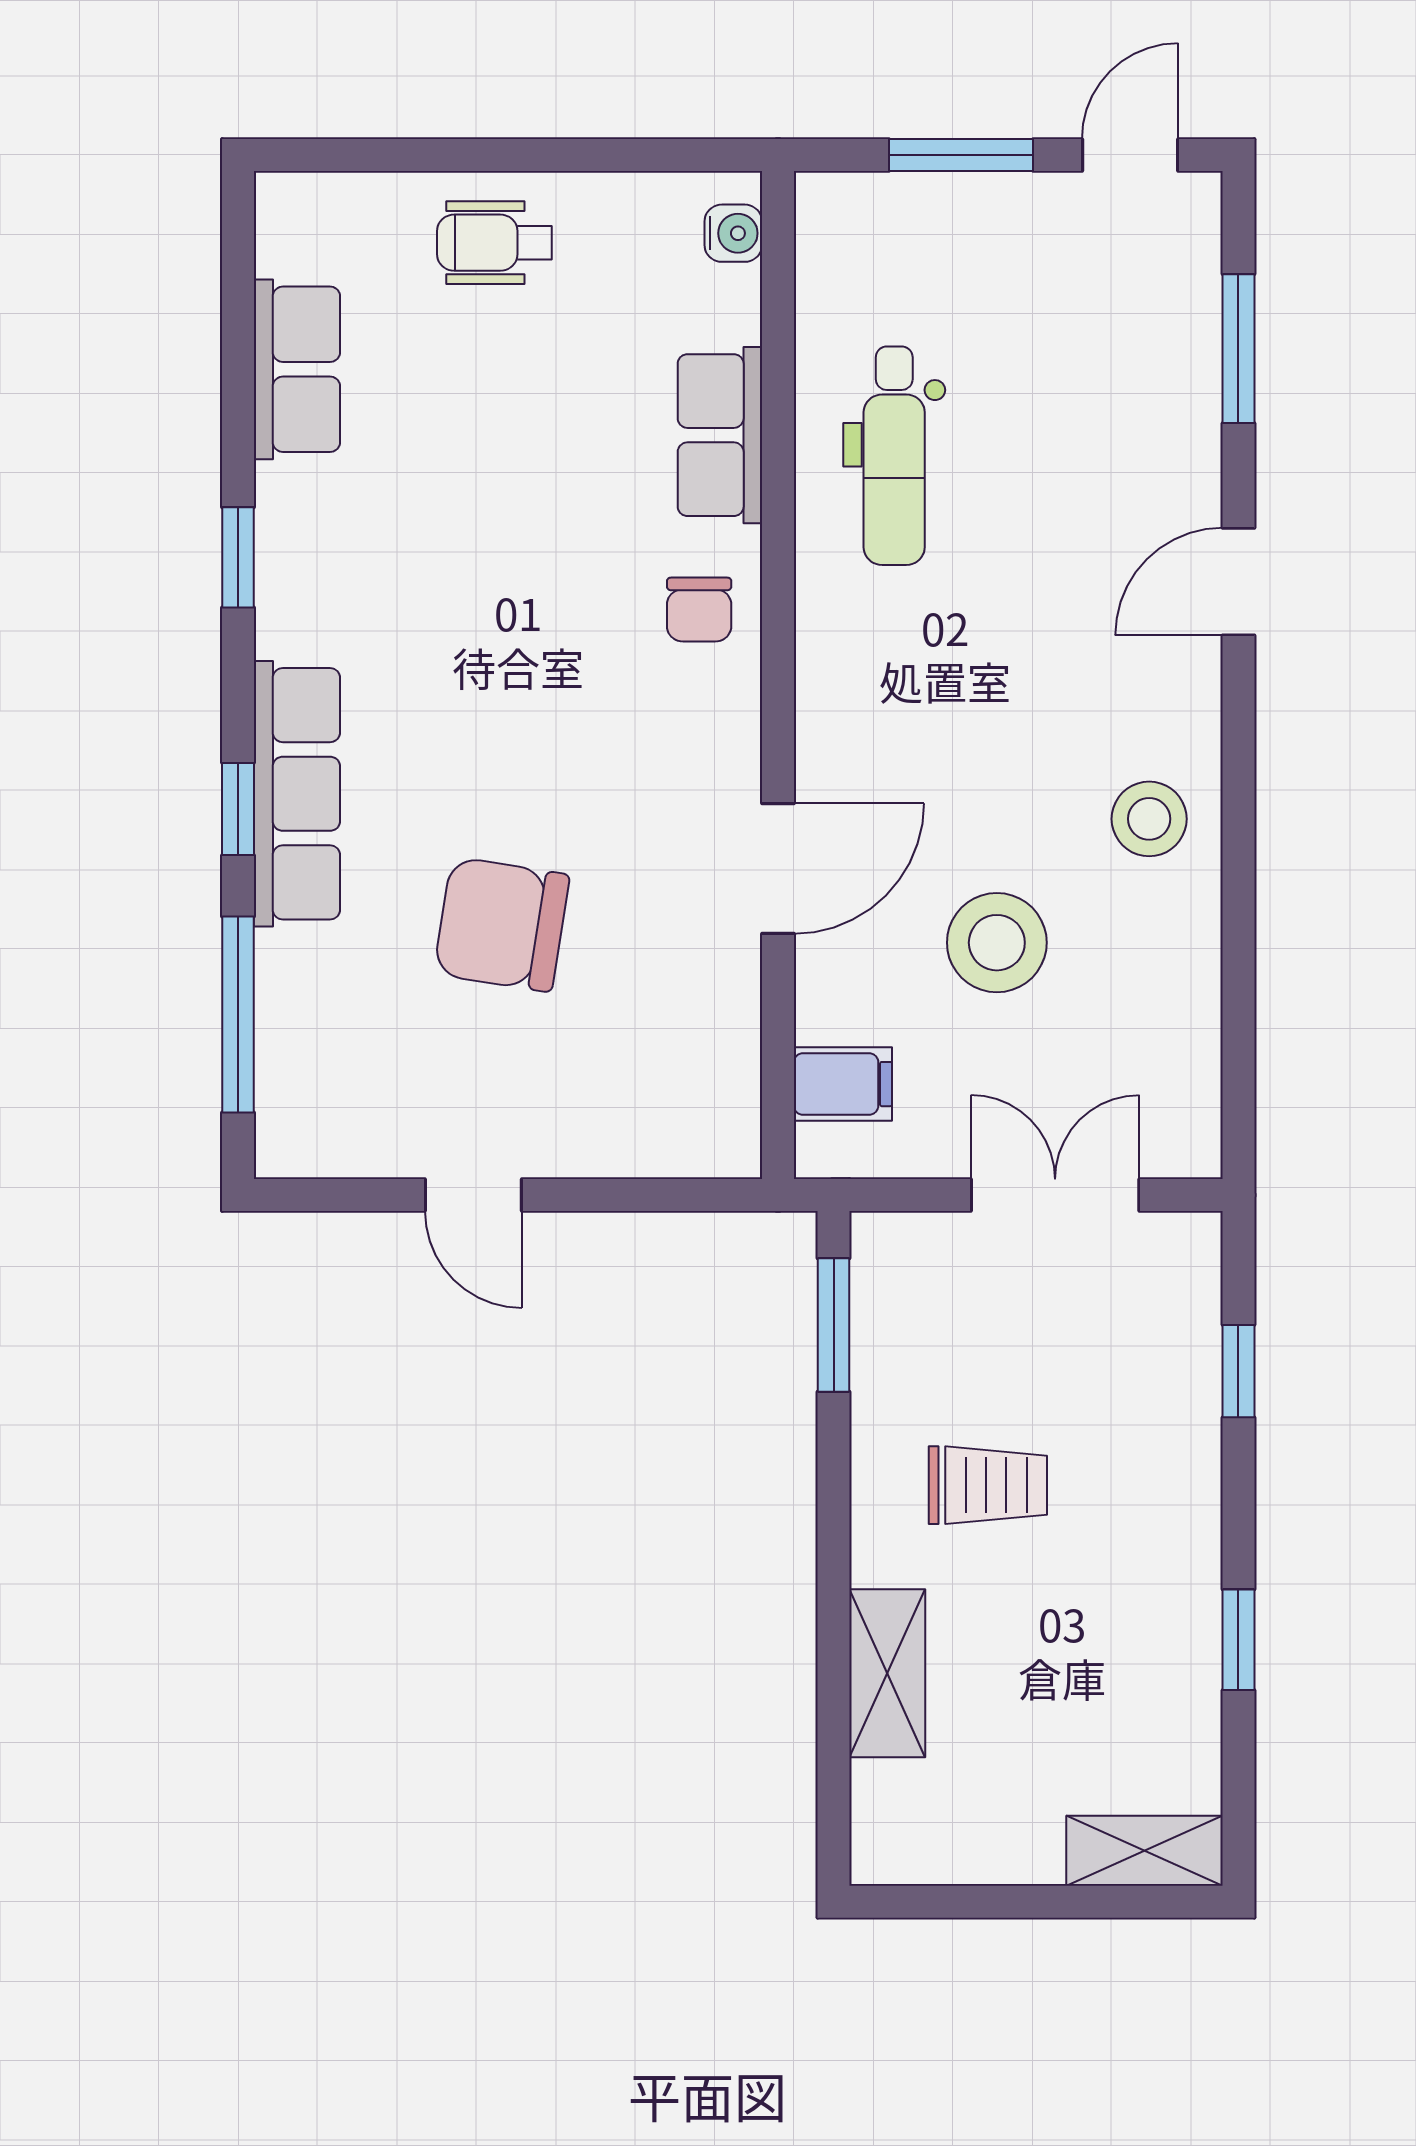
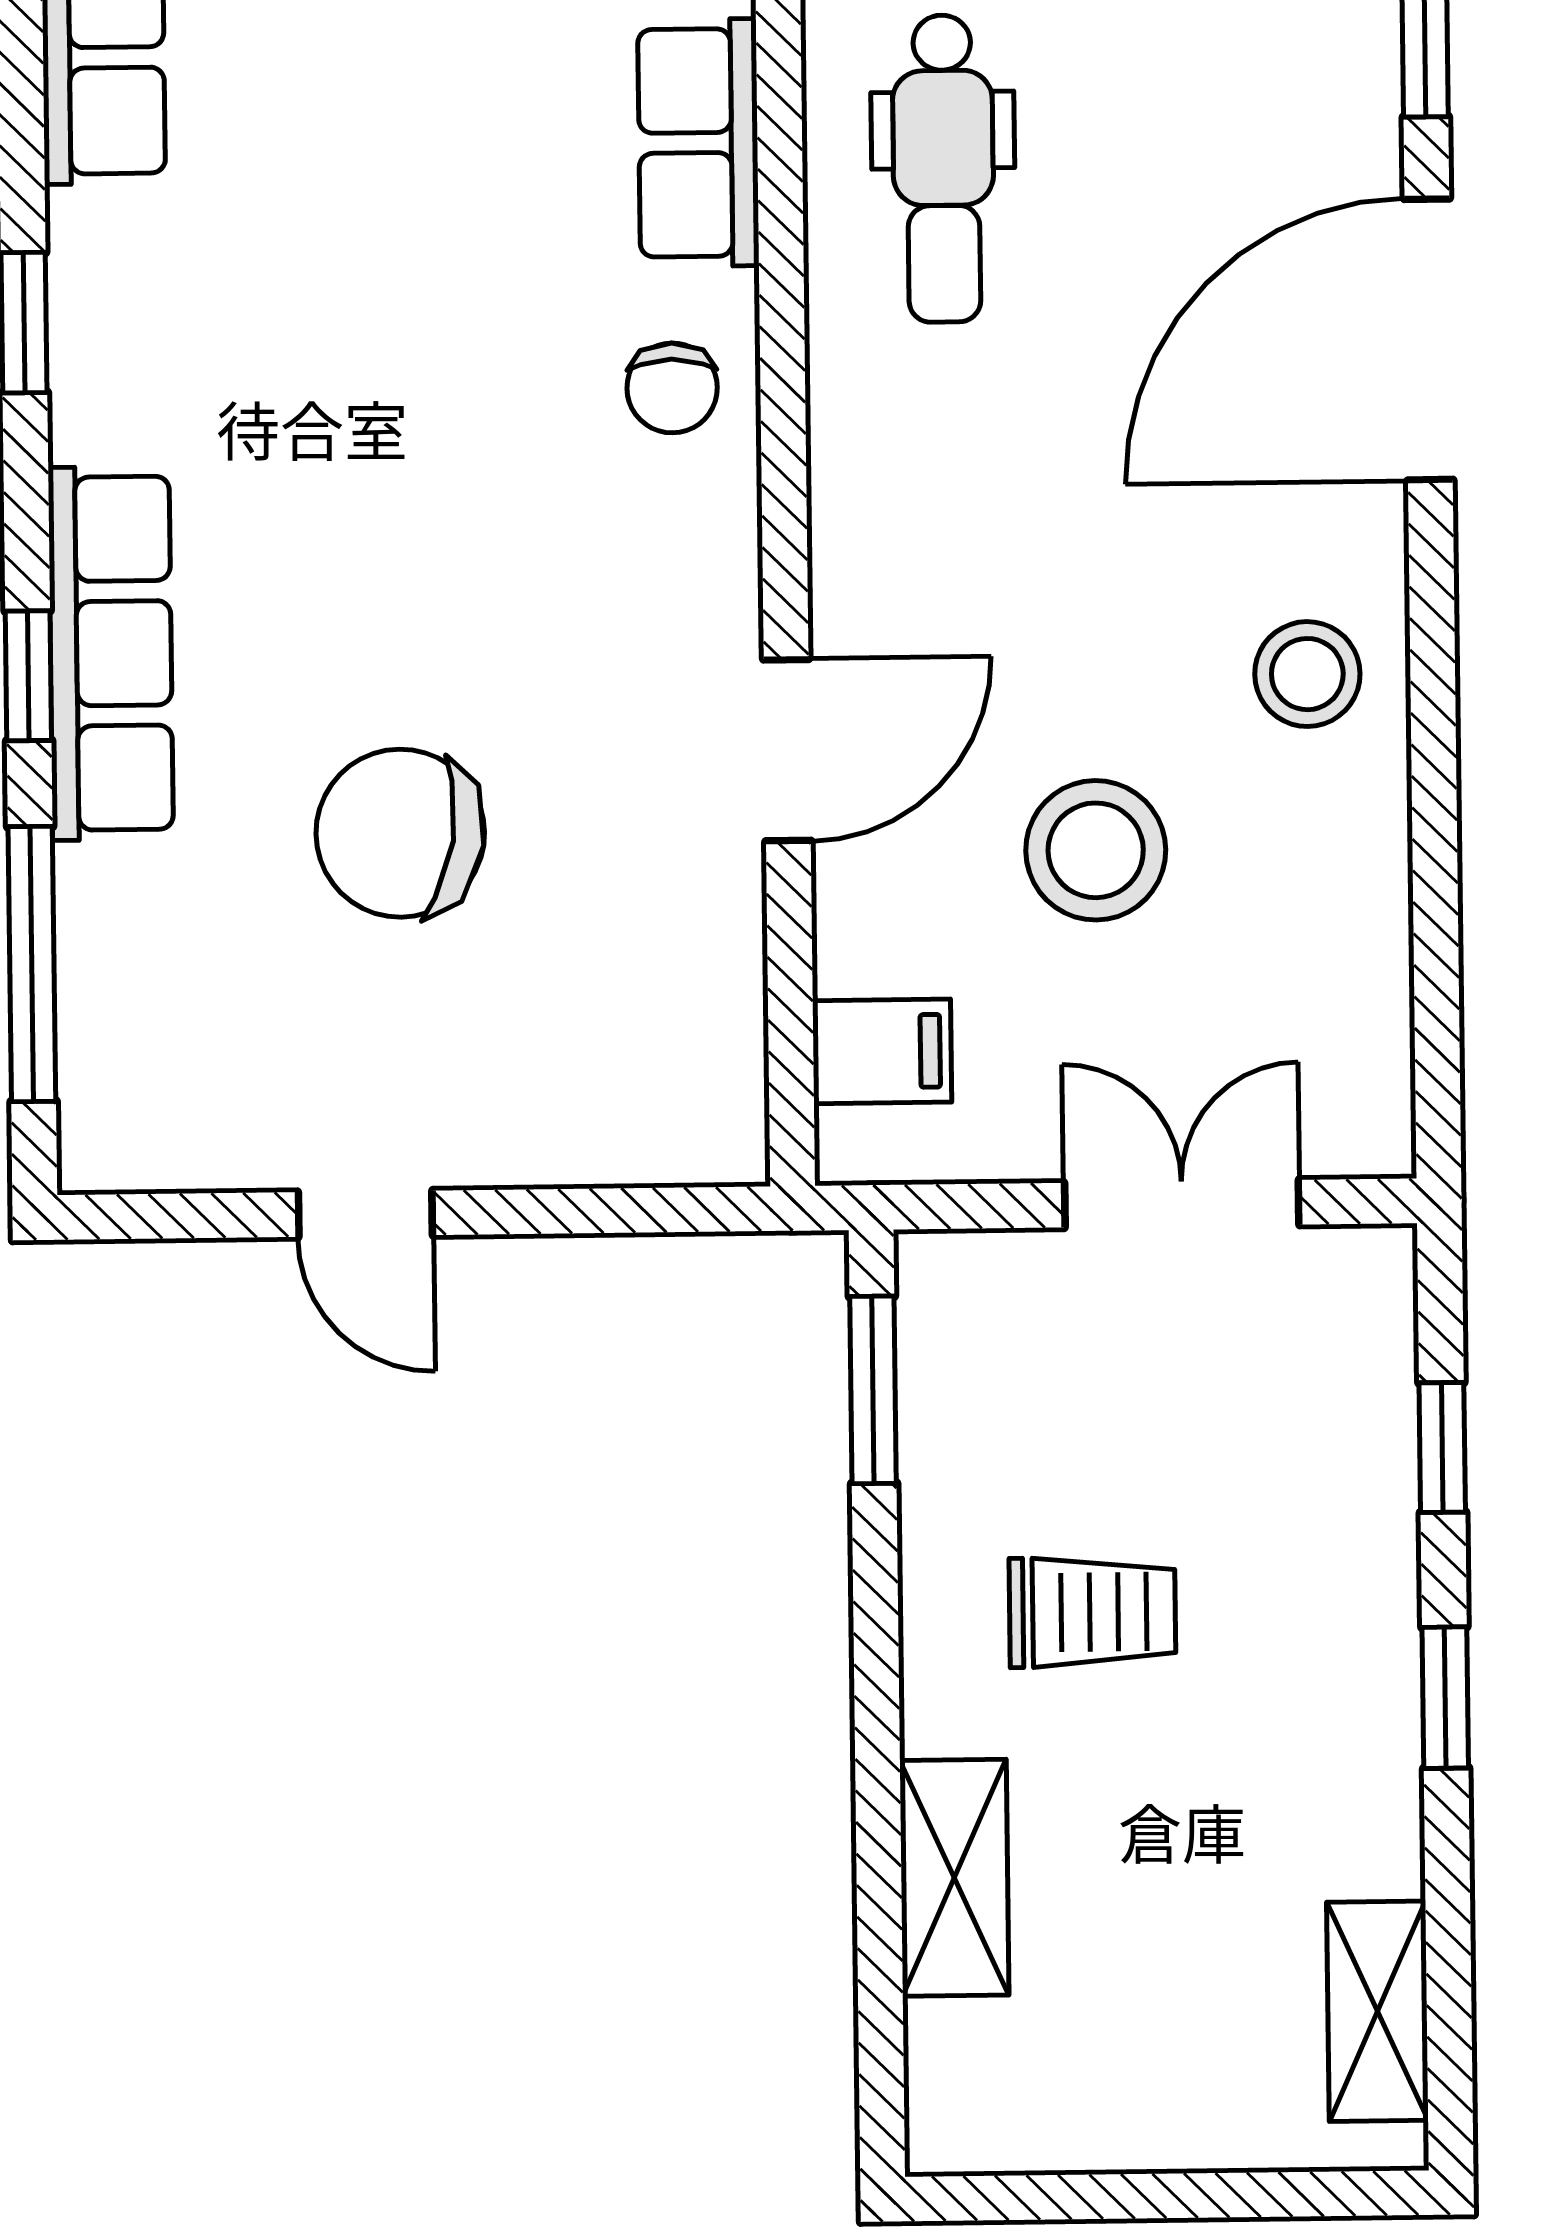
door: (1238, 582) -> (1429, 339), width x1.88
window: (1238, 1640) -> (1445, 1698), moved
shelving: (1144, 1851) -> (1377, 2011), moved, turned 90

